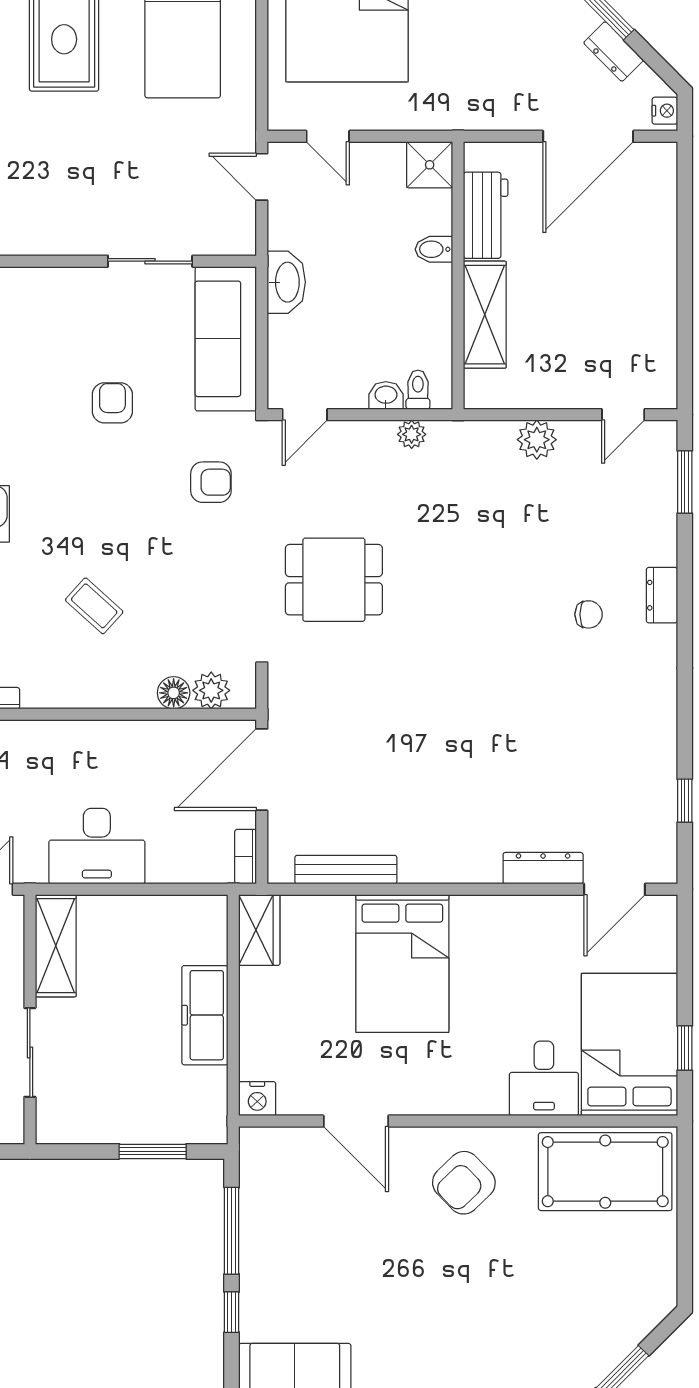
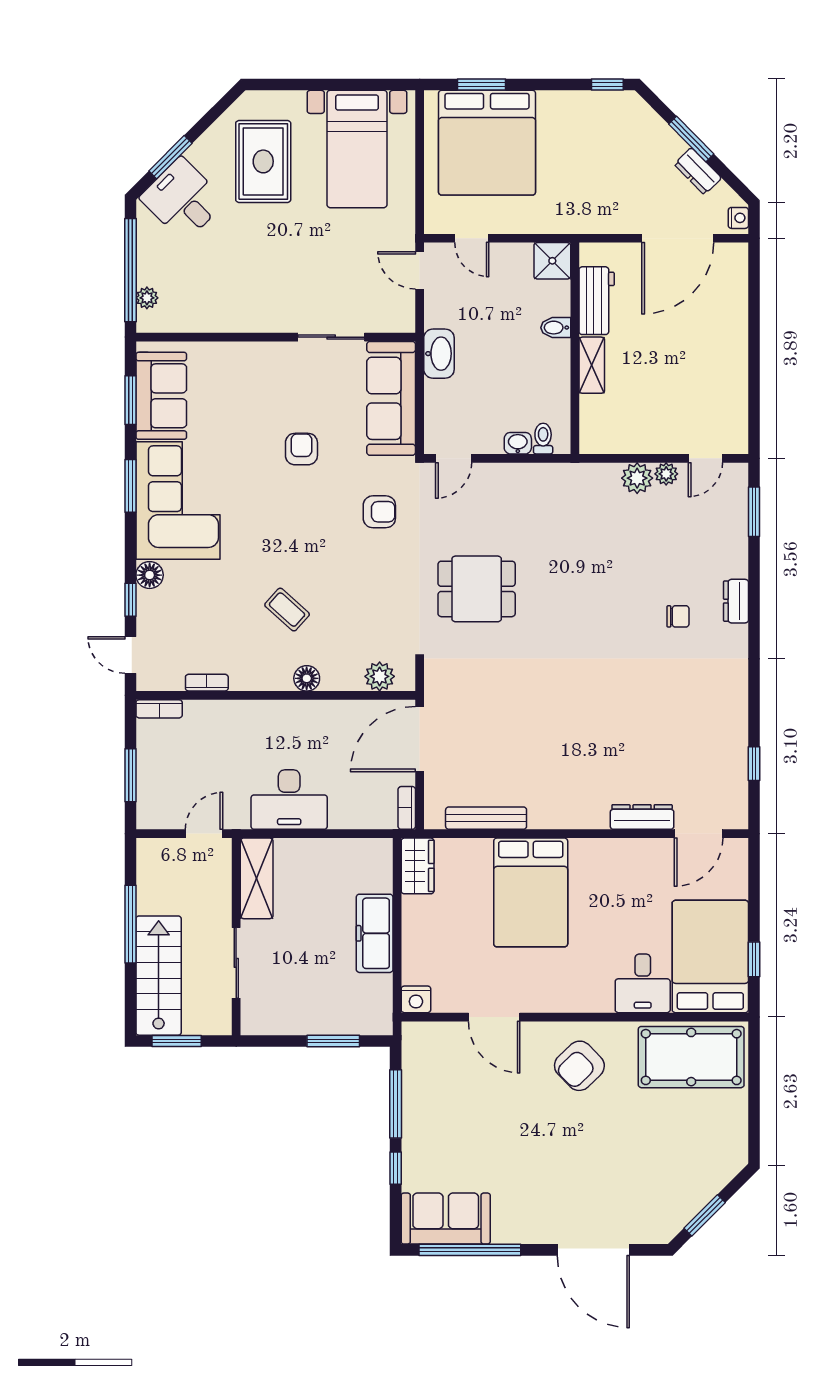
shelving: (485, 315) -> (592, 365), width x0.67, depth x0.75
plant: (412, 434) -> (666, 474), moved
floor lamp: (174, 693) -> (307, 678), moved

